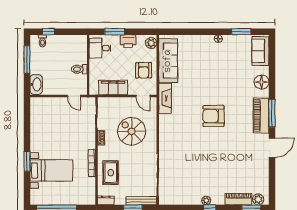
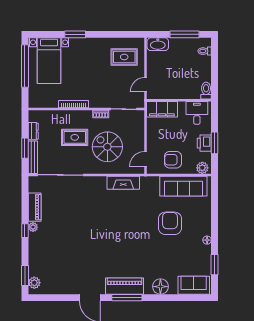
window: (48, 32) -> (215, 57), removed
window: (115, 32) -> (215, 143), moved
toilet: (79, 69) -> (206, 91), moved
filing cabinet: (113, 88) -> (162, 109), moved, turned 90
fireplace: (165, 98) -> (123, 183), moved
rug: (48, 116) -> (124, 57), added
armchair: (213, 116) -> (170, 223), moved
spiral stairs: (132, 131) -> (107, 147), turned -90
bed with nightstands: (51, 170) -> (49, 61), moved
rug: (111, 173) -> (75, 137), moved
piano: (238, 199) -> (35, 207), moved
dresser: (106, 200) -> (33, 131), moved

